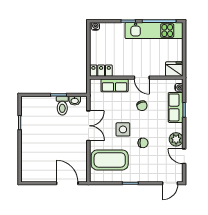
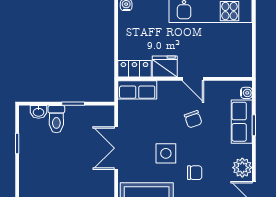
fridge: (174, 69) -> (165, 66), moved
row of seats: (115, 85) -> (137, 90), moved
washbasin: (75, 101) -> (39, 112), moved
toilet: (62, 106) -> (56, 119), moved
double door: (88, 126) -> (116, 148), swing flipped

